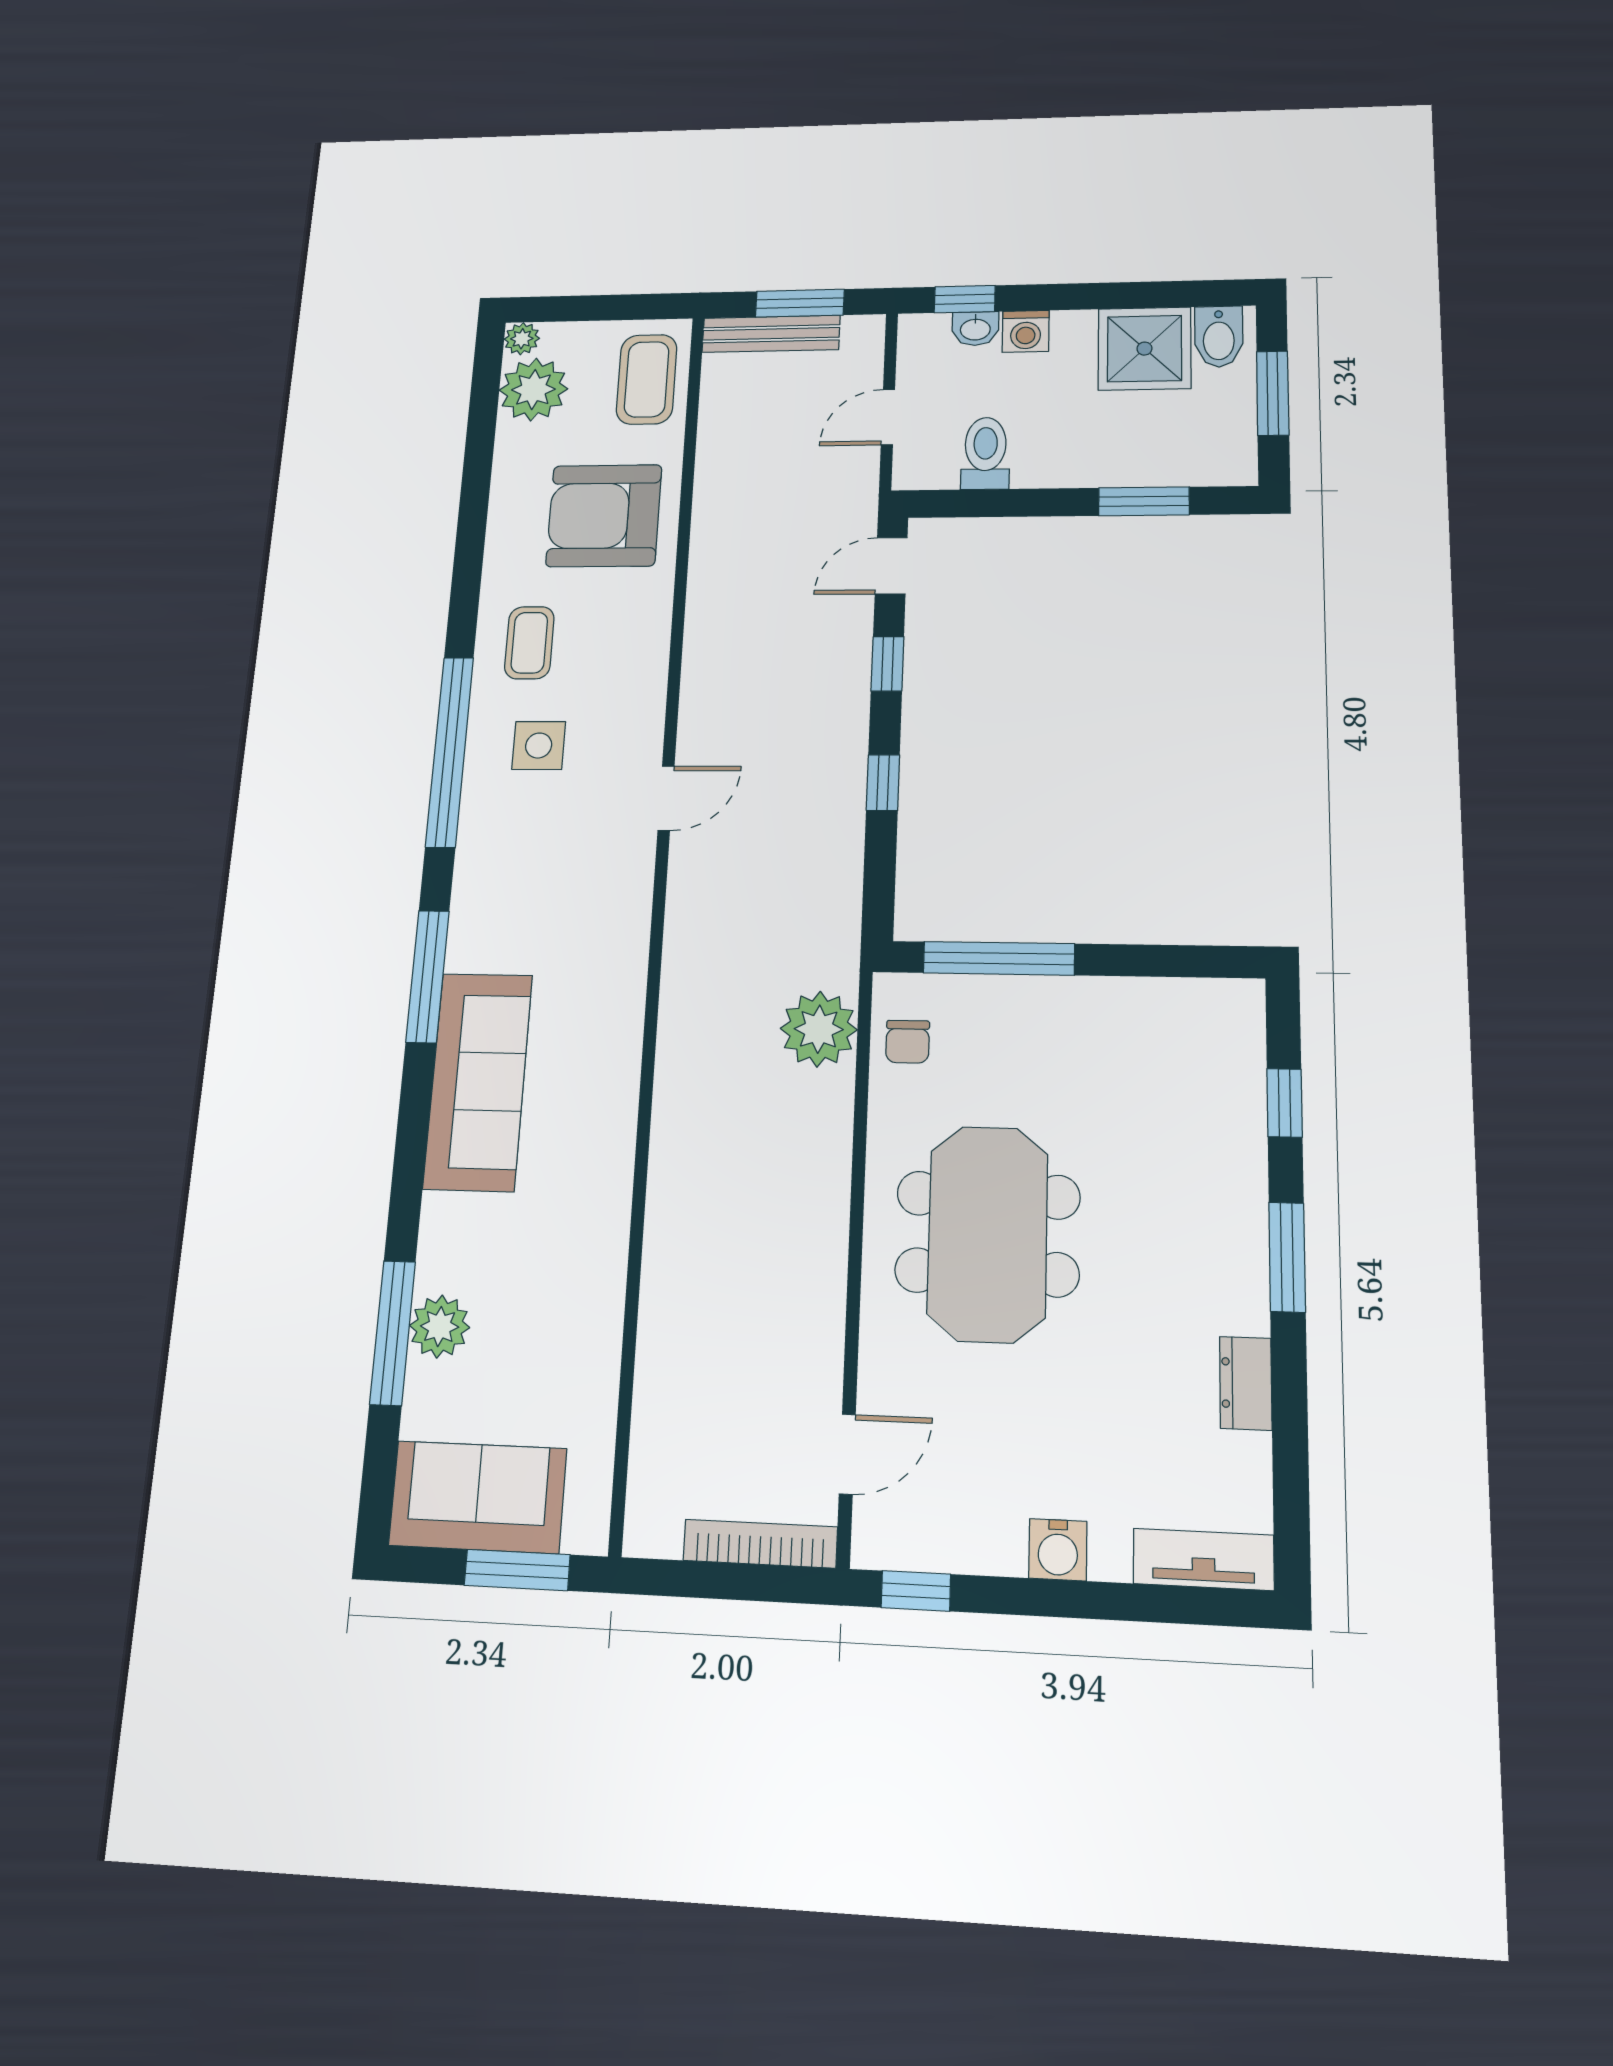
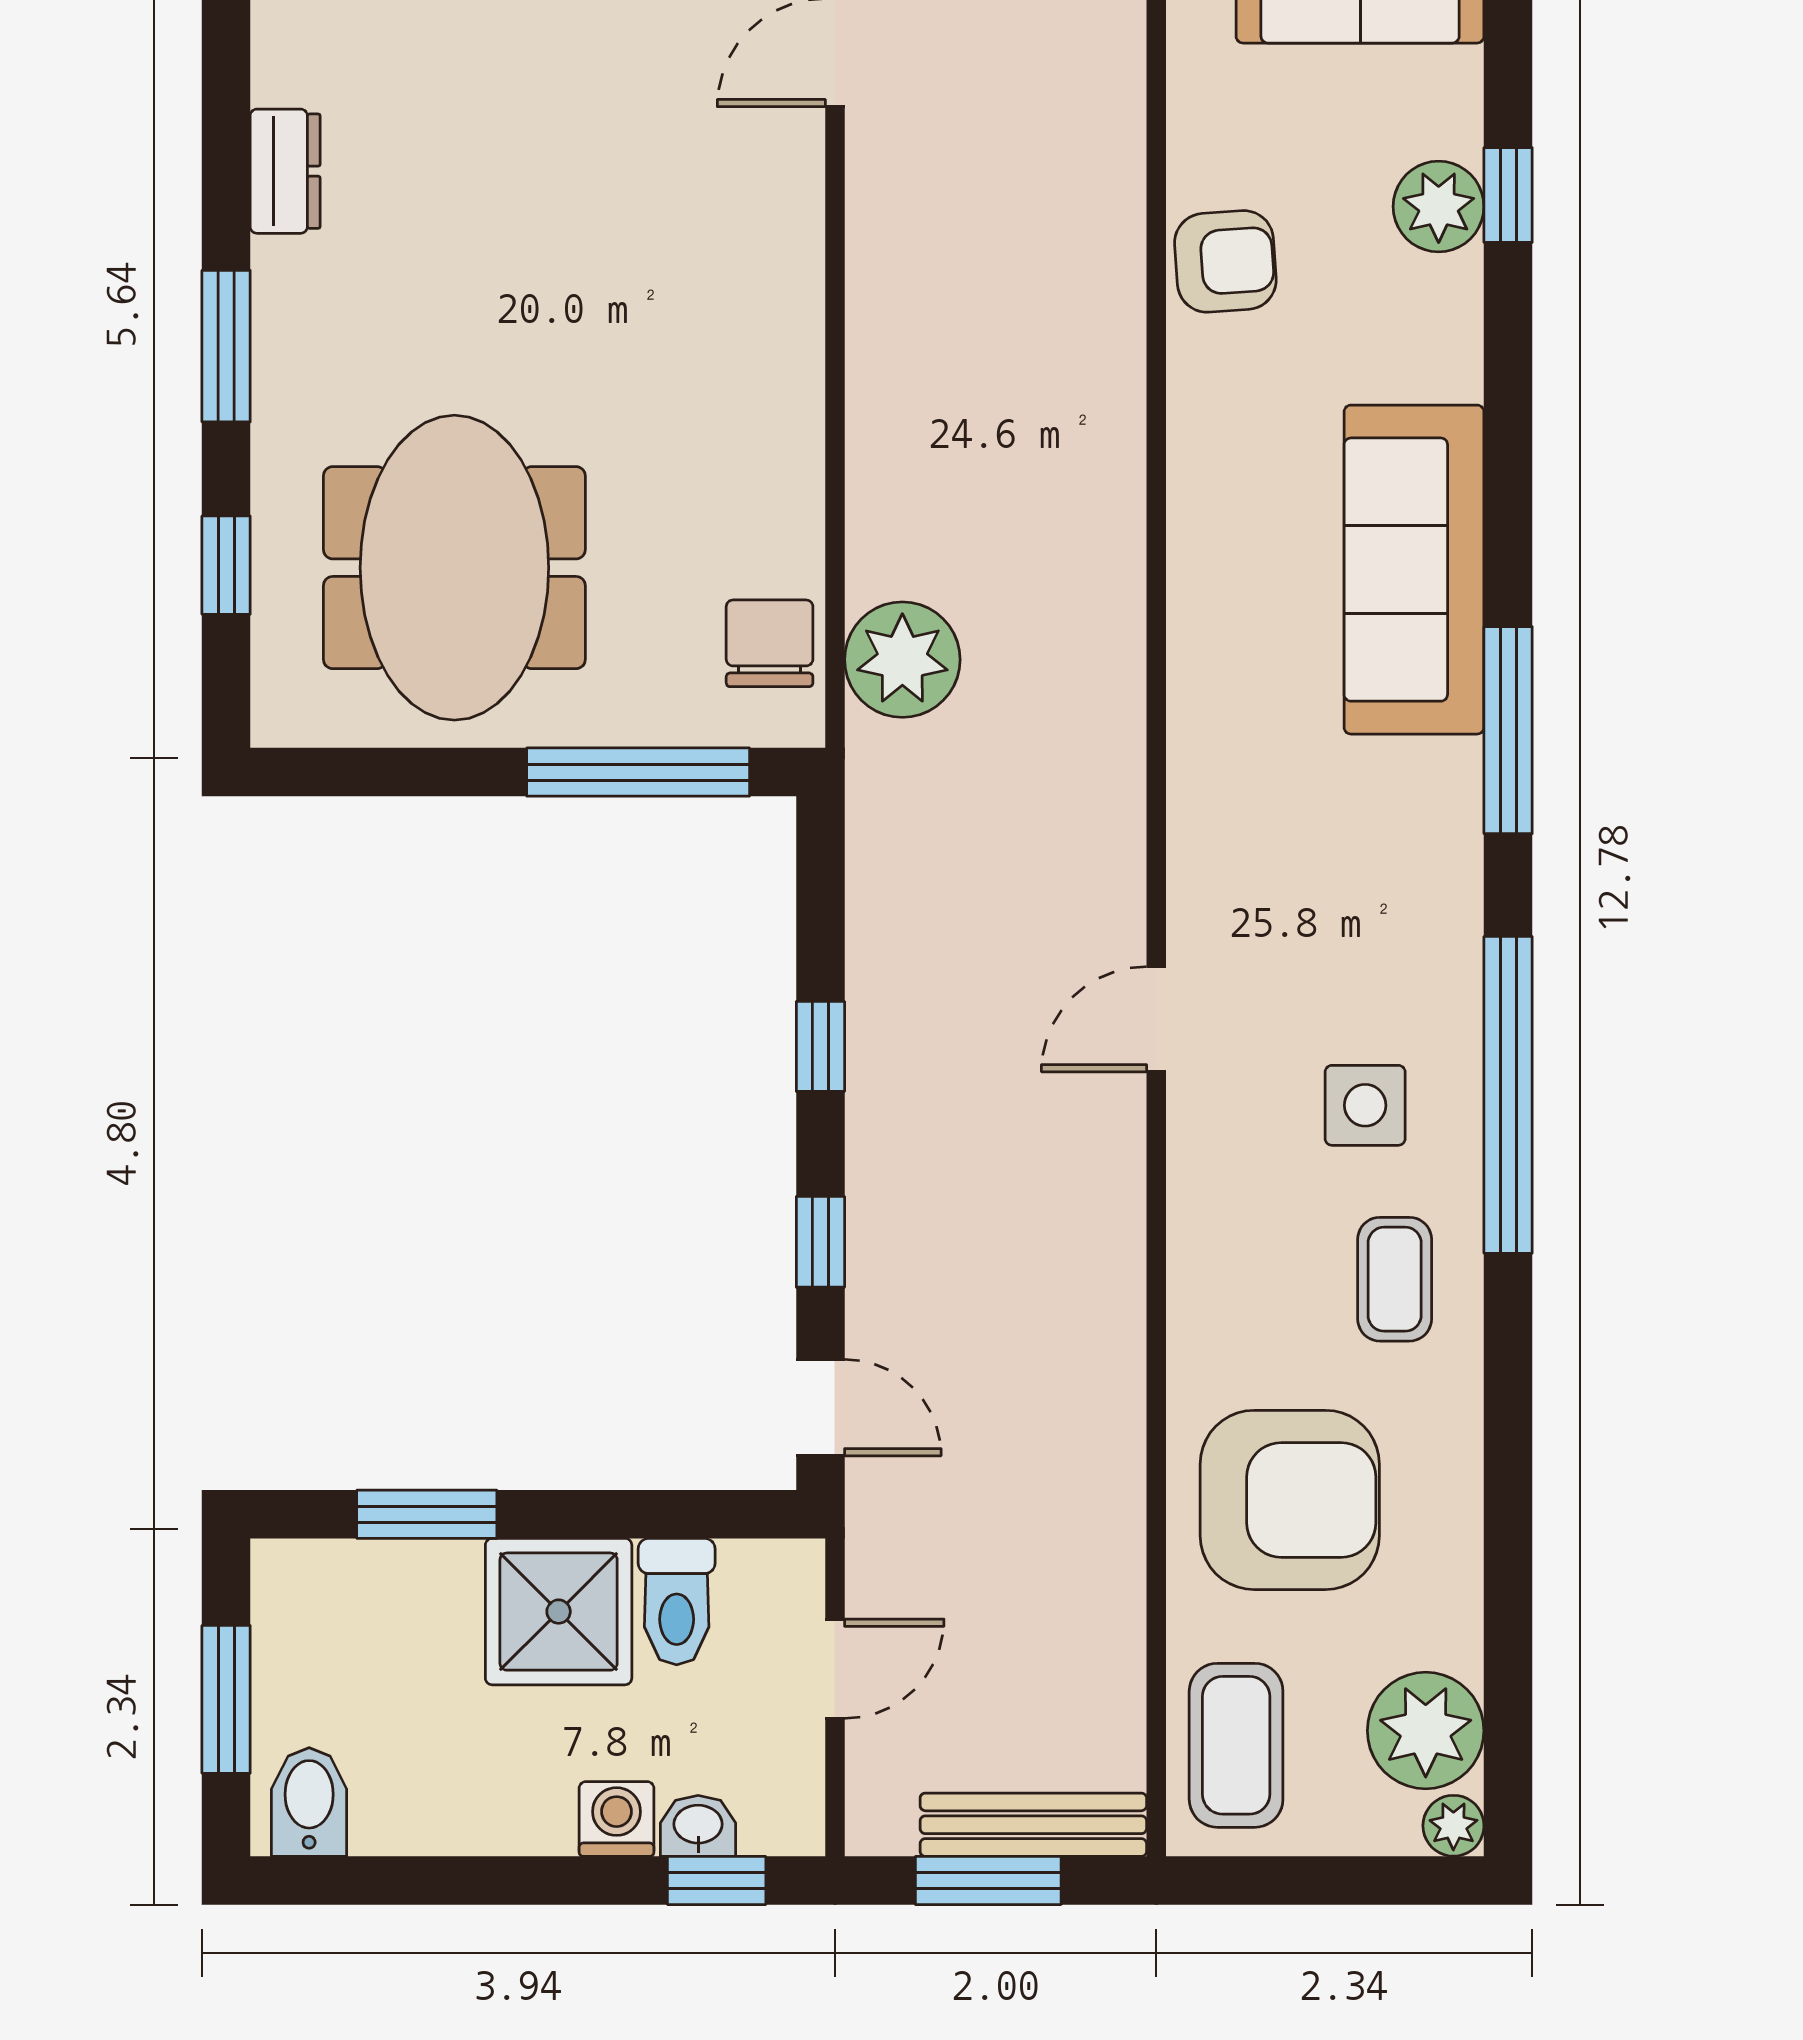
shower: (1144, 349) -> (559, 1612), moved
door: (891, 566) -> (820, 1408), hinge flipped
chair: (908, 1042) -> (770, 643), width x1.37, depth x1.37
meeting table: (988, 1234) -> (454, 568), moved
armchair: (586, 1293) -> (1225, 261), added
window: (393, 1333) -> (1508, 195), width x0.46

